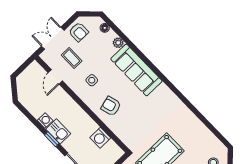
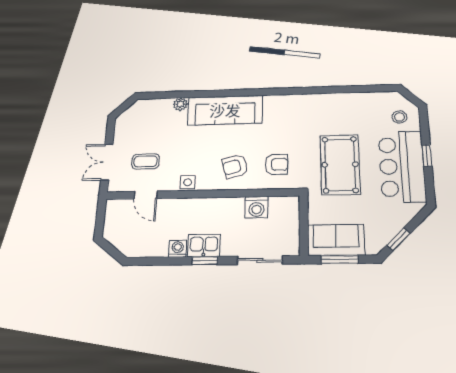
floor lamp: (105, 28) -> (153, 104), removed
armchair: (79, 32) -> (277, 164), moved
side table: (92, 80) -> (188, 182), moved

